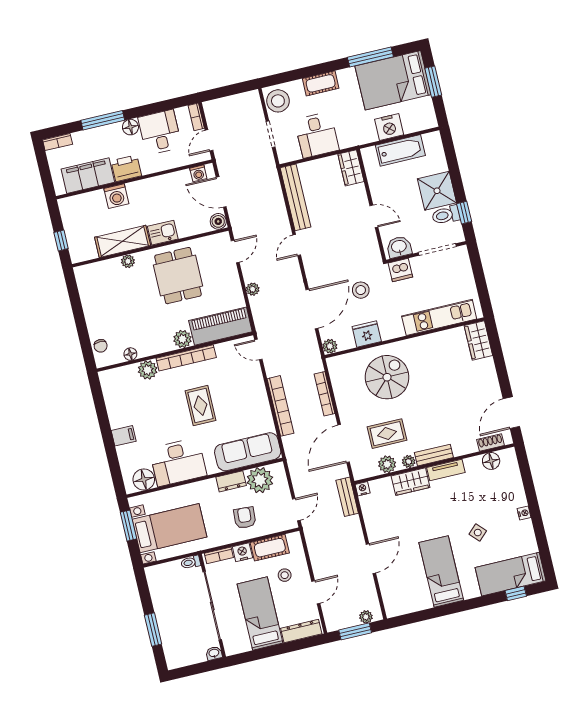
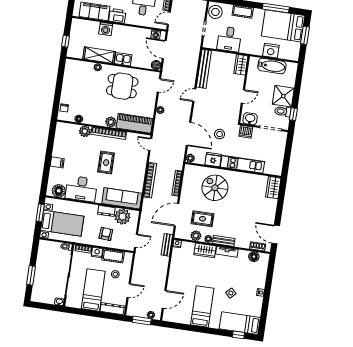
door: (374, 216) -> (243, 96), hinge flipped
dining table: (178, 276) -> (122, 86), turned 90
door: (312, 309) -> (188, 134), hinge flipped
kitchen unit: (439, 317) -> (242, 164), moved
spiral stairs: (387, 377) -> (215, 188), turned -90
door: (511, 413) -> (276, 235), hinge flipped
door: (371, 559) -> (164, 299), moved

